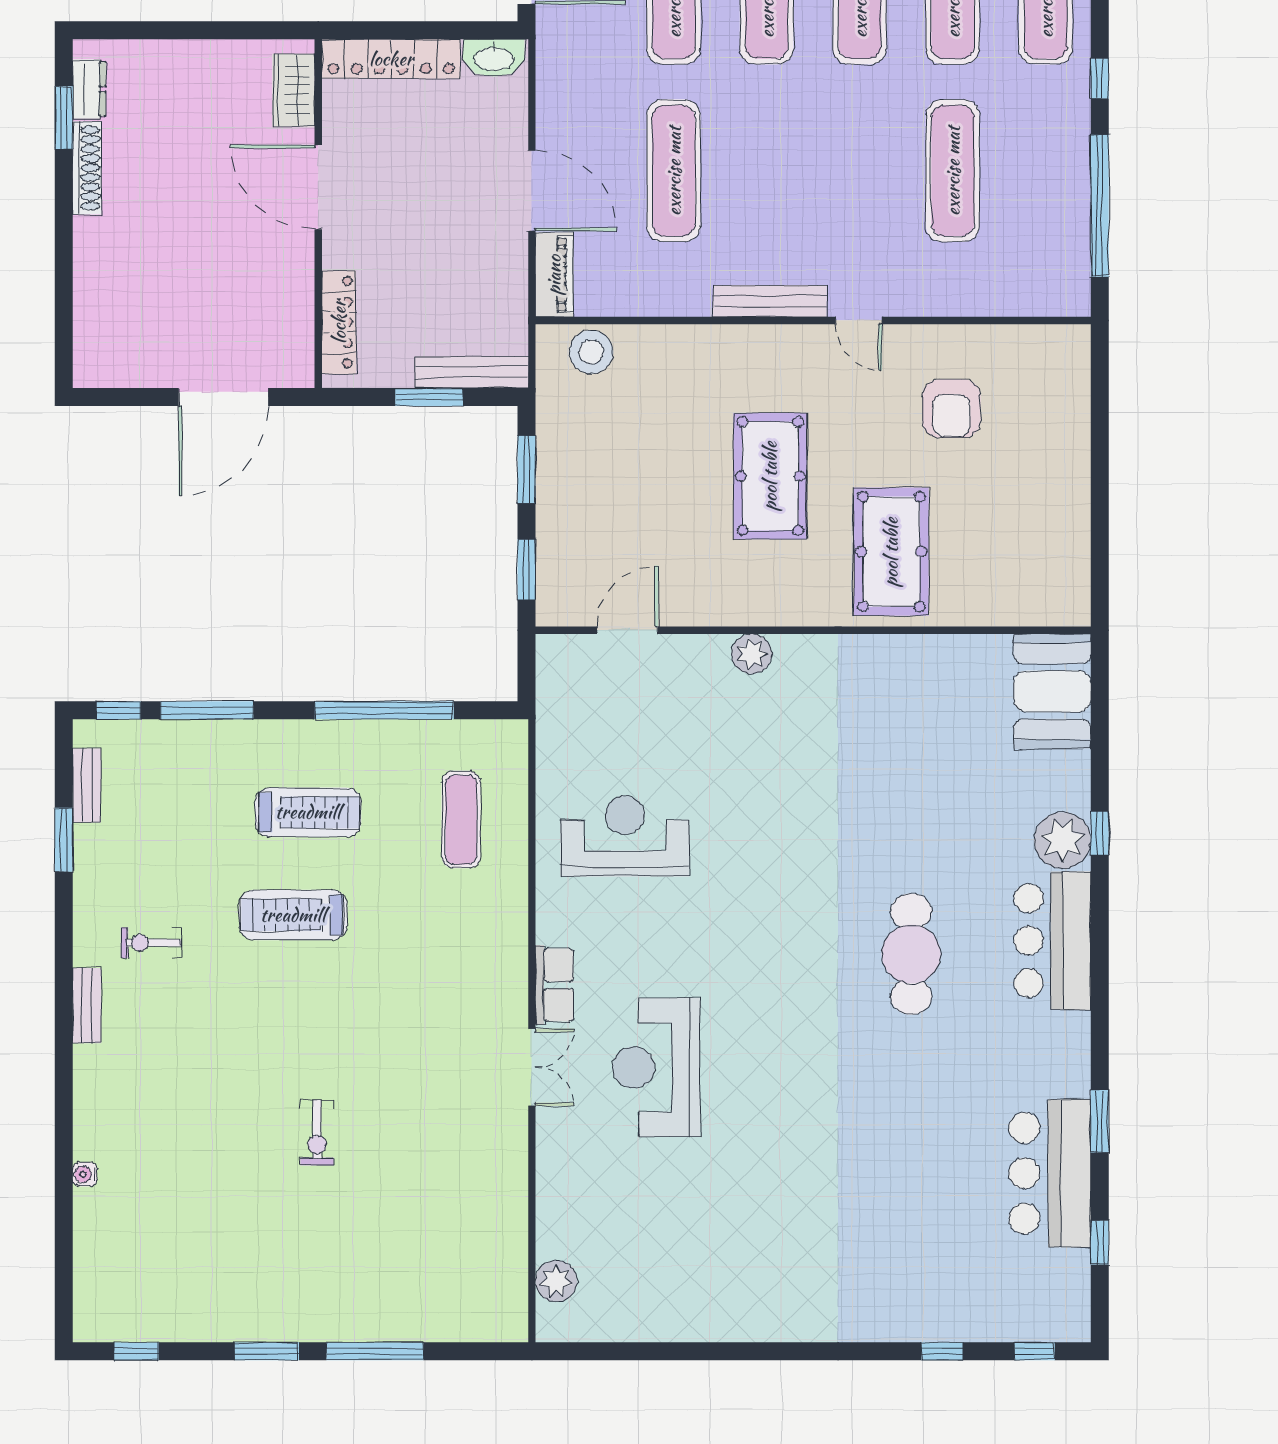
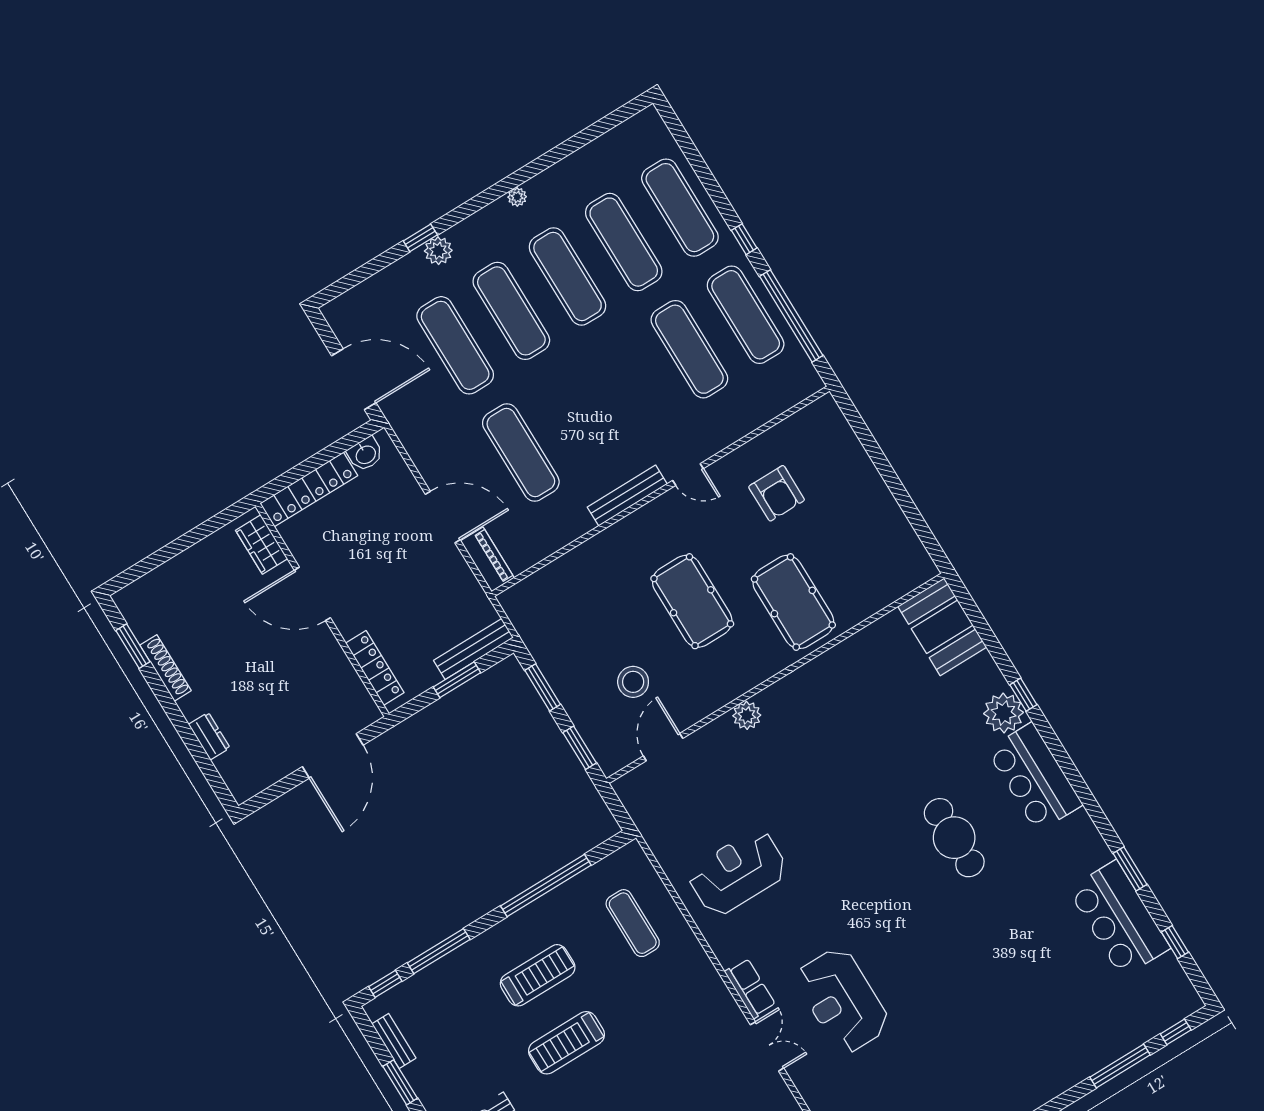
washbasin: (494, 58) -> (365, 454), width x0.72
dresser: (89, 89) -> (209, 736), moved
exercise mat: (1046, 171) -> (746, 315), added
stool: (591, 352) -> (633, 682), moved
window: (942, 1351) -> (1120, 1066), width x2.17

